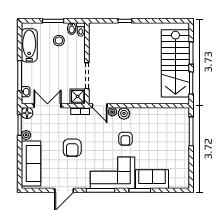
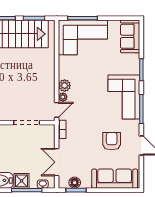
shower: (78, 96) -> (21, 181), moved
floor lamp: (27, 113) -> (75, 183), moved
corner sofa: (172, 132) -> (83, 37), added
plant: (26, 135) -> (86, 183), removed
armchair: (125, 139) -> (90, 84), removed
armchair: (72, 148) -> (112, 141), moved, turned -90
sofa: (152, 179) -> (130, 36), moved

